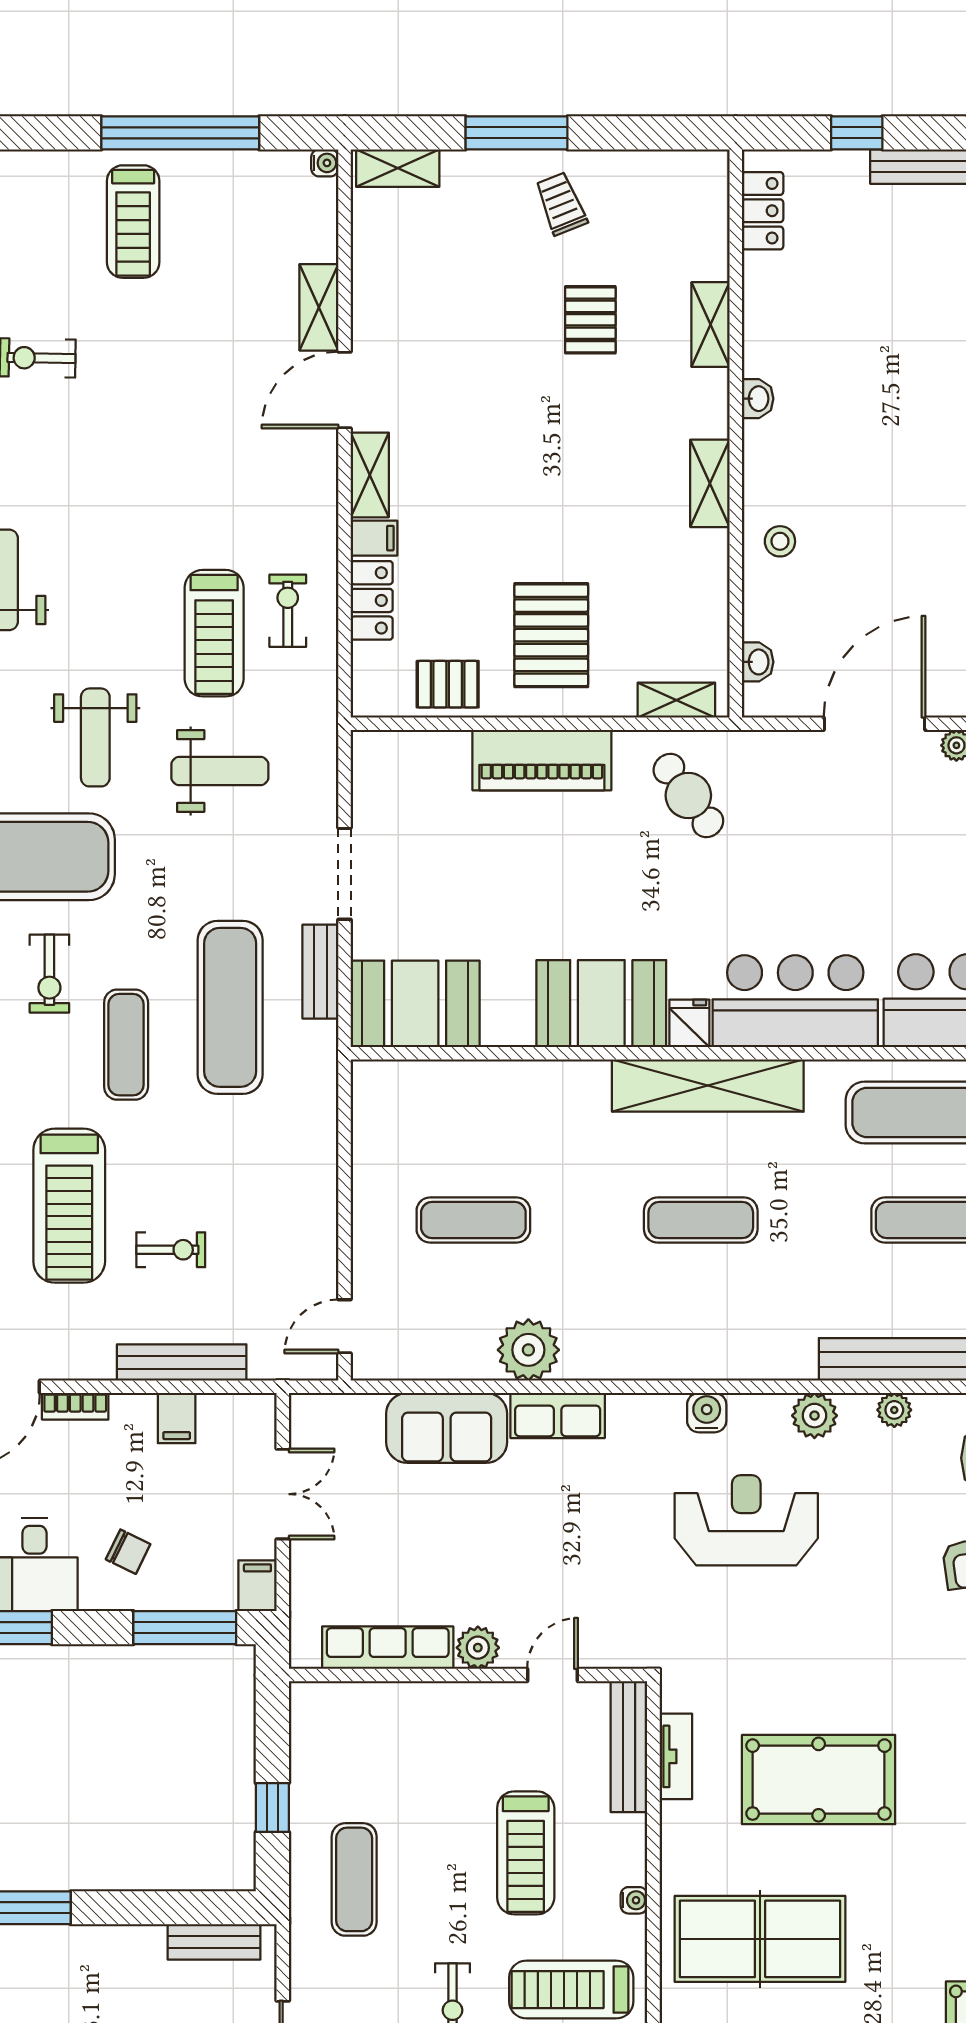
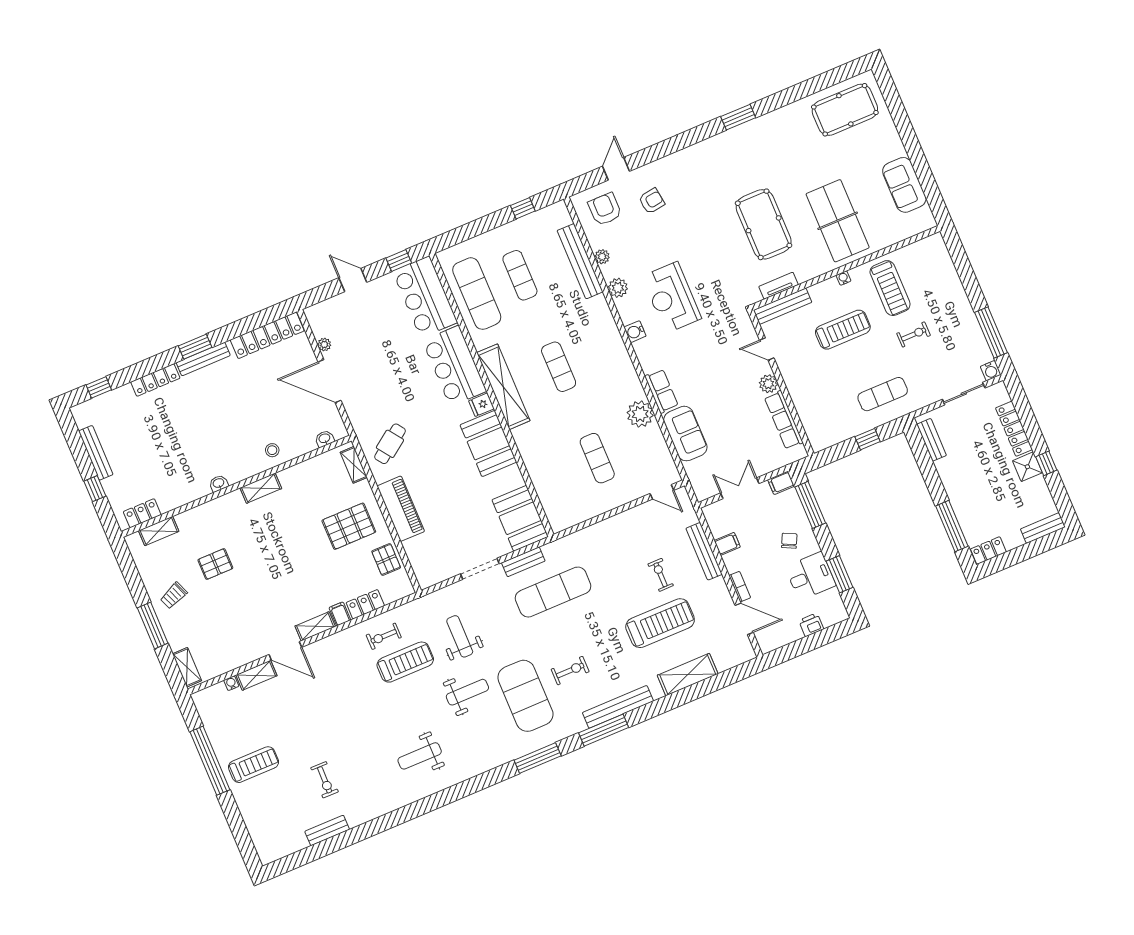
water cooler: (325, 163) -> (231, 683), moved
shelving: (710, 325) -> (159, 531), moved
exercise mat: (126, 1045) -> (586, 628), removed

